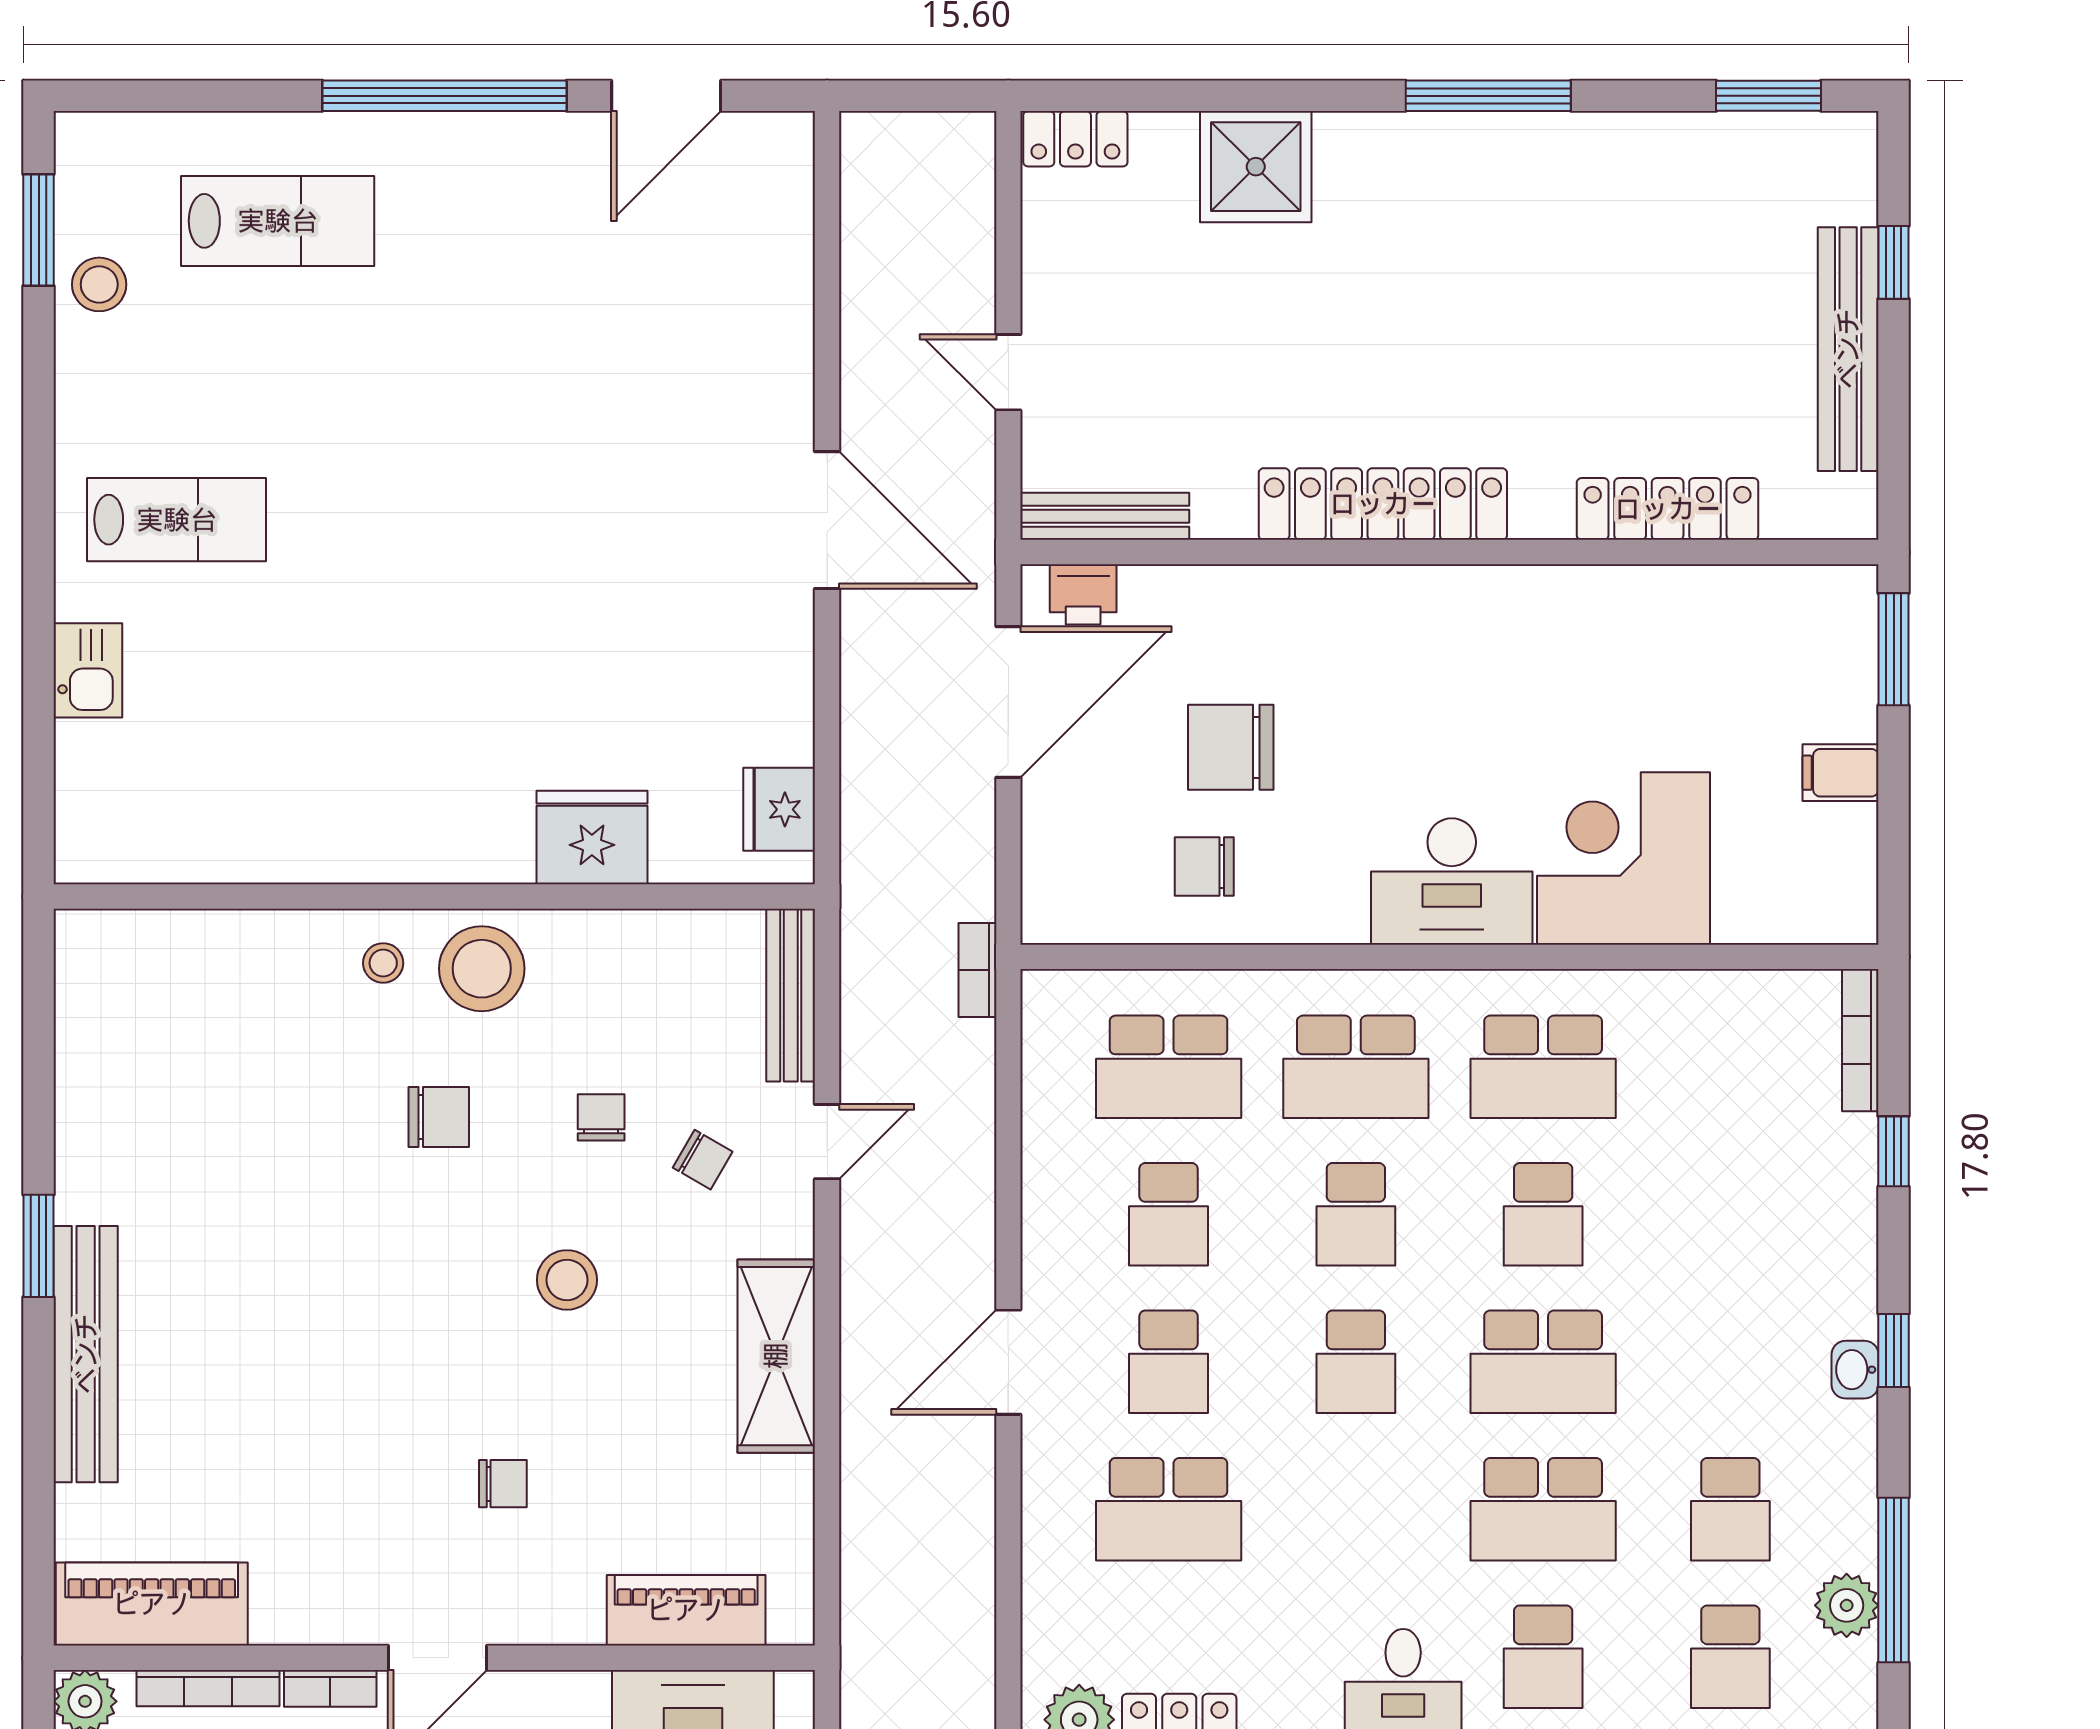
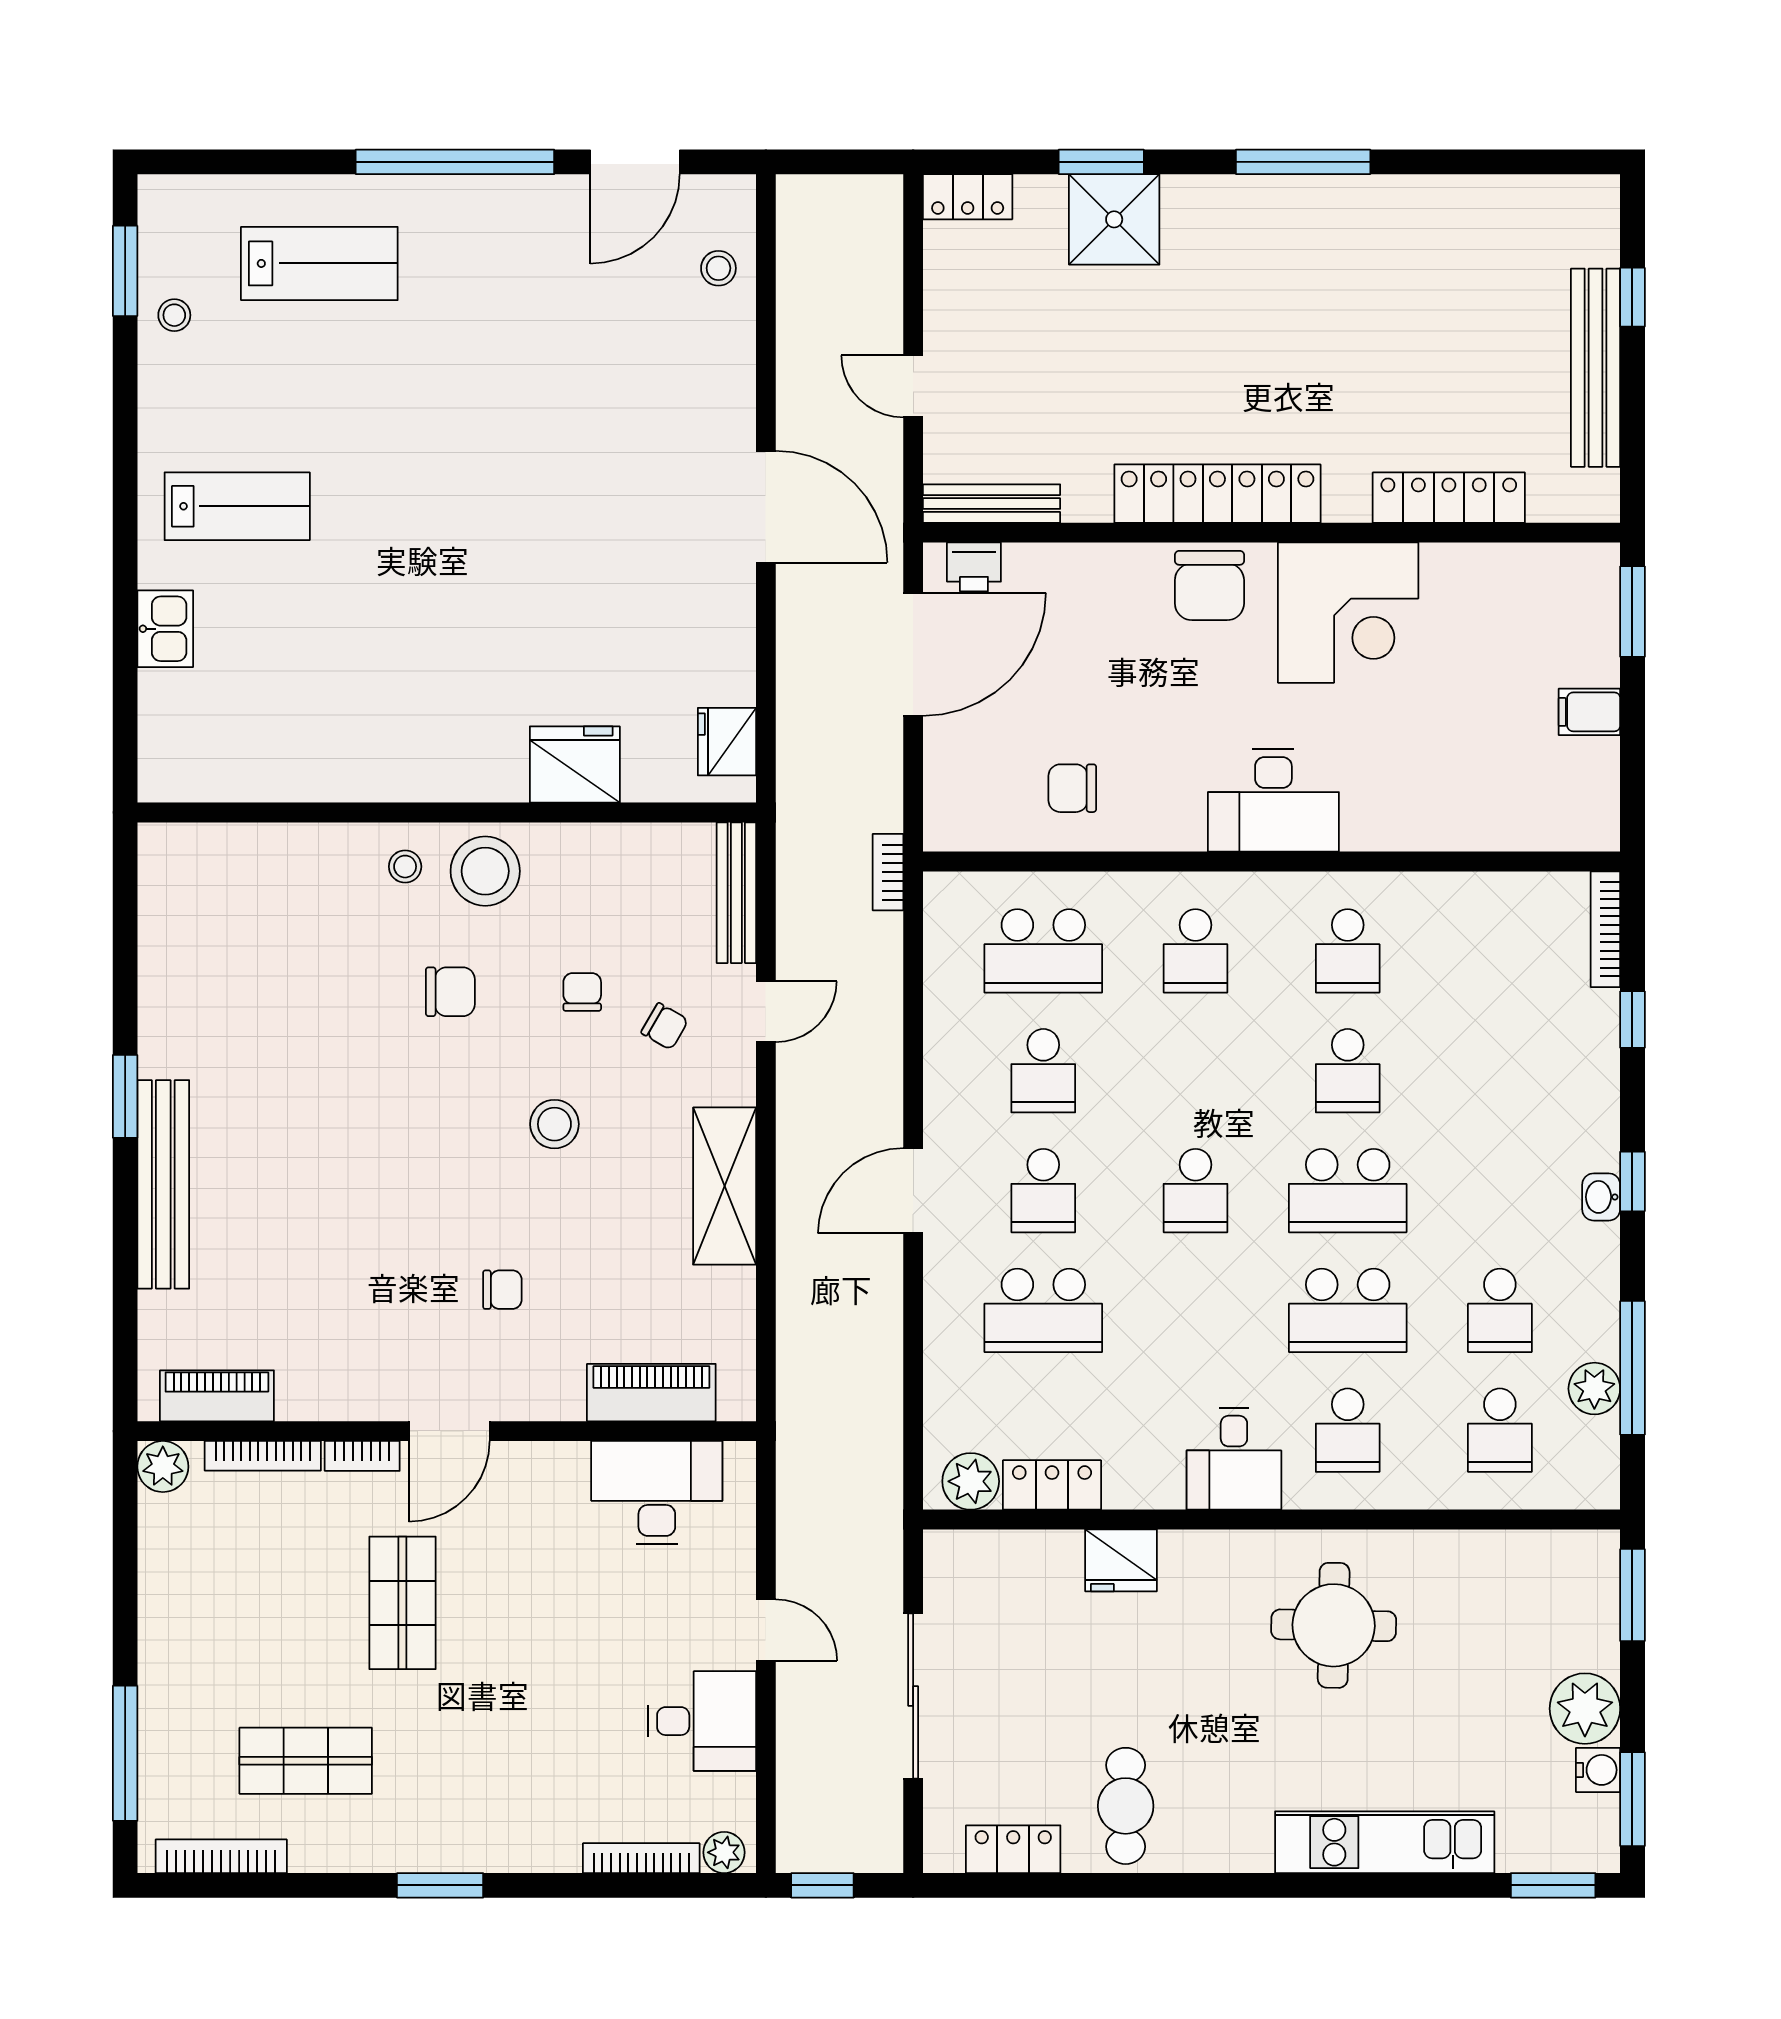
window: (1768, 96) -> (1101, 162), moved
stool: (769, 227) -> (718, 268), added
stool: (99, 284) -> (174, 315), width x0.73, depth x0.73
chair: (1231, 747) -> (1209, 586), moved, turned -90
corner desk: (1624, 858) -> (1348, 613), moved, turned 180
school desk: (1356, 1067) -> (1195, 951), width x0.54
school desk: (1543, 1067) -> (1348, 951), width x0.54
school desk: (1356, 1214) -> (1195, 1071), removed
piano: (152, 1604) -> (217, 1396), width x0.73, depth x0.75

